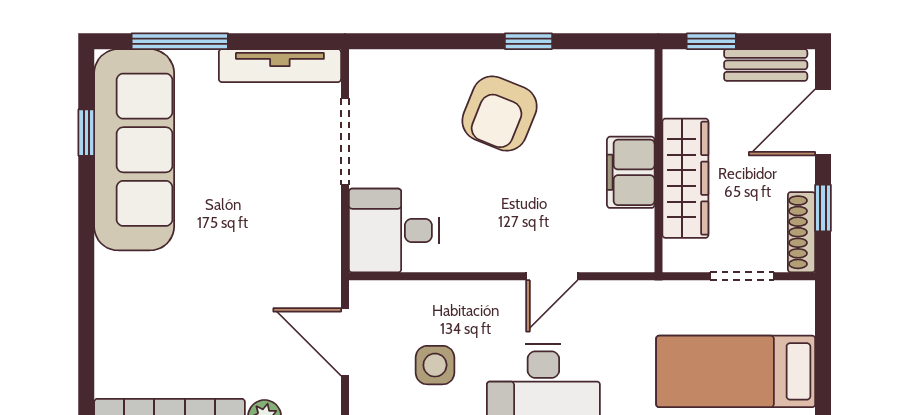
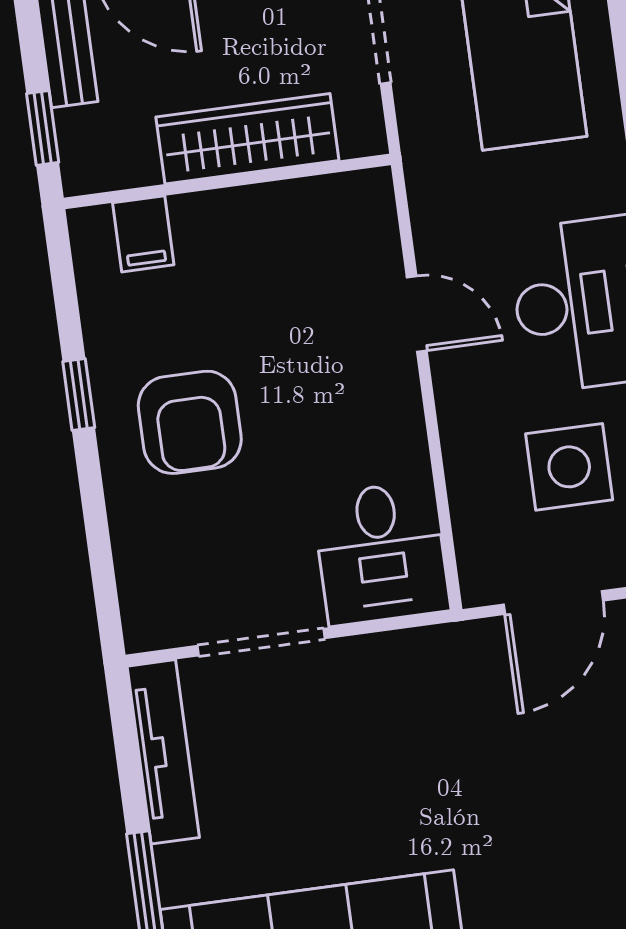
armchair: (500, 114) -> (190, 422), turned 68
filing cabinet: (631, 172) -> (143, 234), moved, width x0.50
side table: (435, 365) -> (569, 467), width x1.37, depth x1.37

